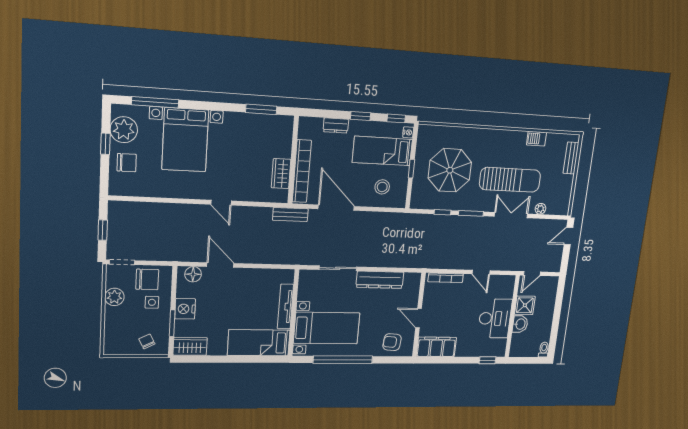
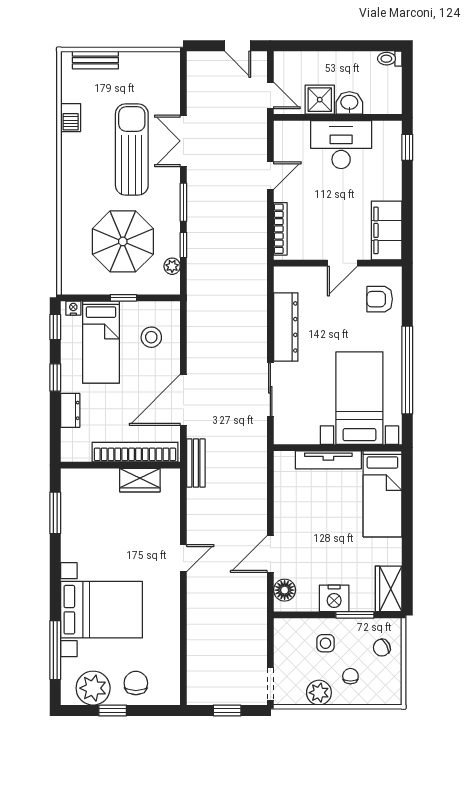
plant: (540, 209) -> (172, 266), moved
door: (568, 236) -> (238, 46), moved
chair: (147, 279) -> (350, 676), moved, width x0.54, depth x0.54
armchair: (392, 342) -> (380, 299), turned 85

